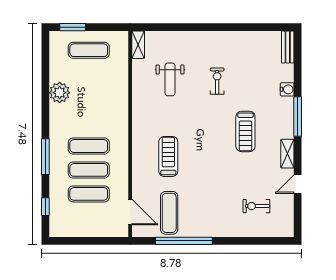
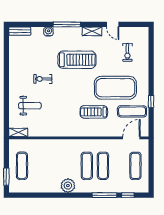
weight bench: (170, 79) -> (30, 106), moved
plant: (60, 93) -> (68, 186), moved
treadmill: (245, 131) -> (77, 60), width x1.37, depth x1.38
window: (45, 157) -> (105, 195), moved
exercise mat: (204, 188) -> (115, 88), added
exercise mat: (89, 194) -> (135, 166), moved
window: (184, 241) -> (151, 101), width x0.32

